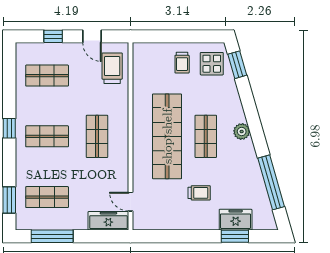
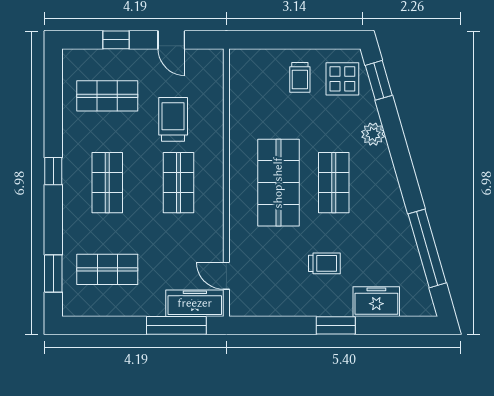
trolley: (112, 68) -> (173, 119), moved
plant: (242, 131) -> (373, 134), moved
shop shelf: (47, 136) -> (107, 183), turned 90
shop shelf: (167, 136) -> (278, 183), width x0.71
window: (52, 236) -> (176, 325), moved
window: (235, 236) -> (336, 325), moved

